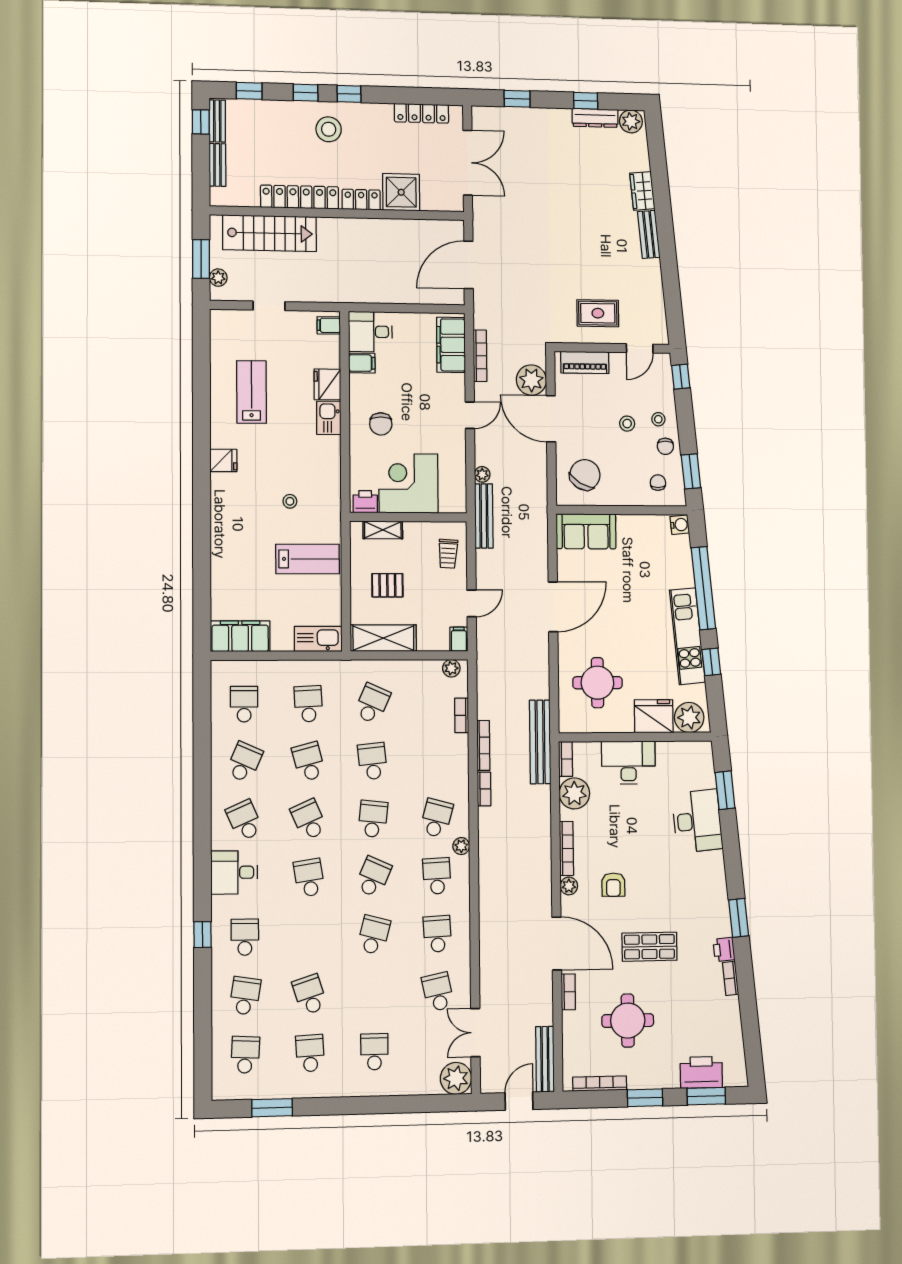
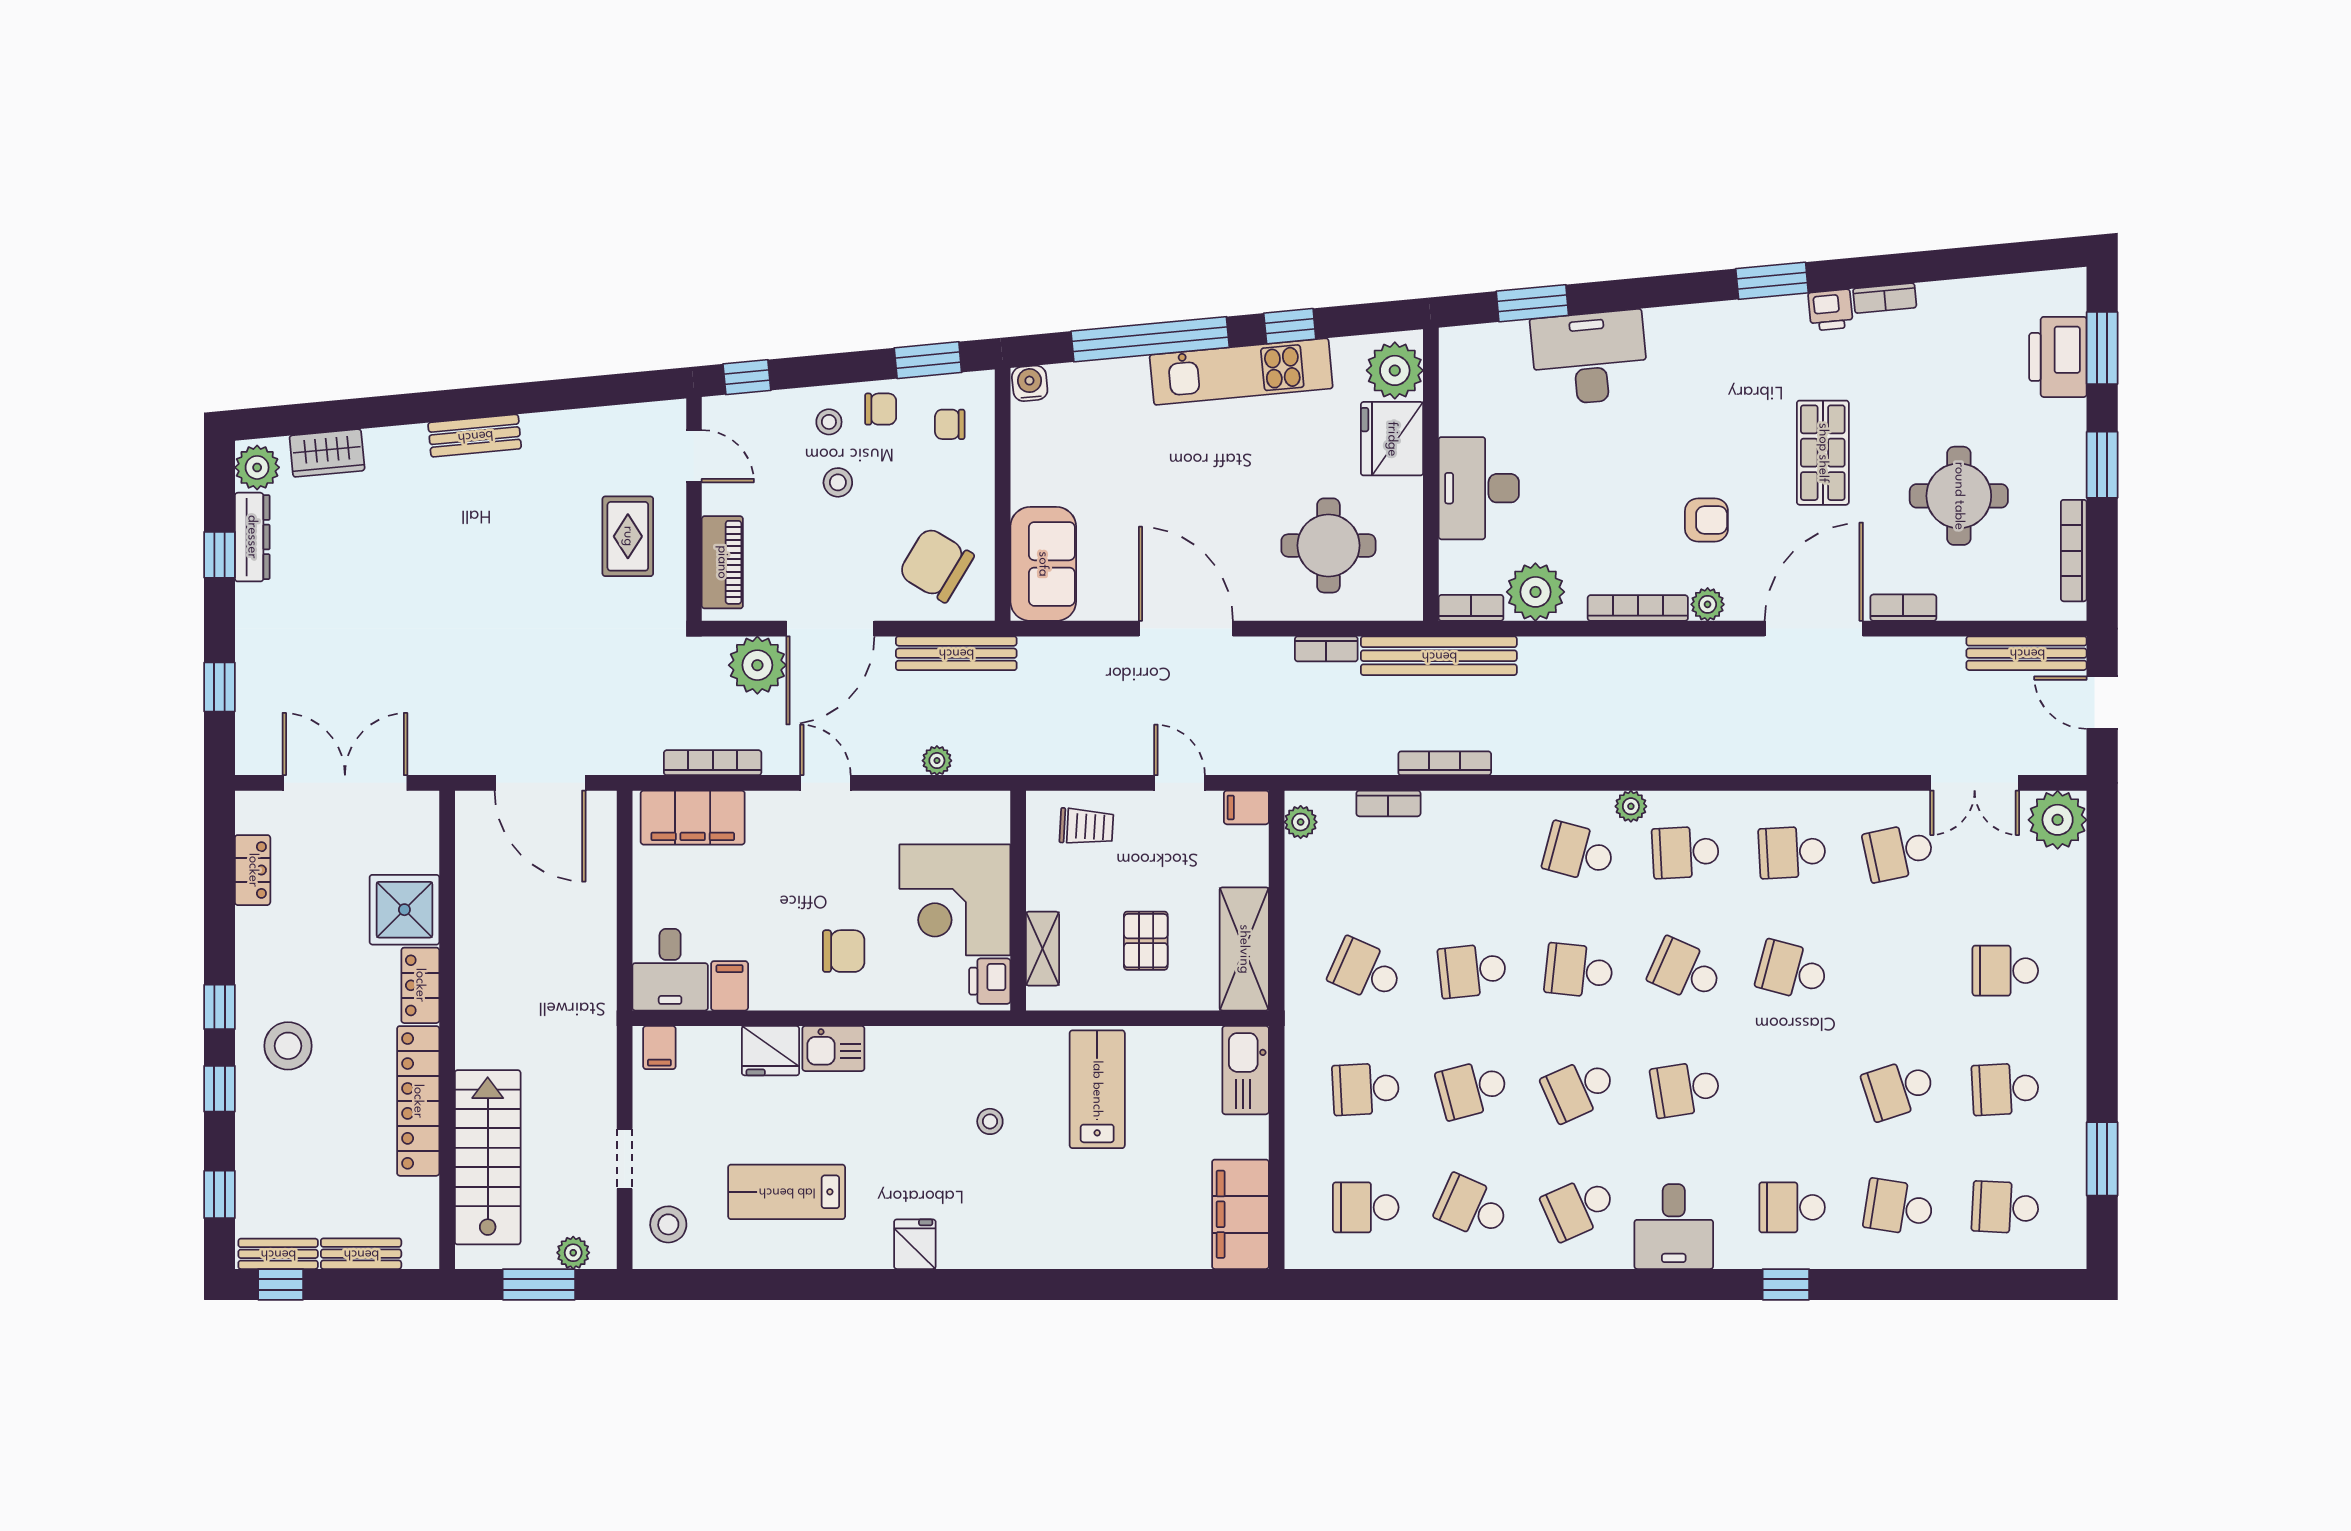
locker: (421, 113) -> (253, 870), width x0.66
wardrobe: (642, 191) -> (327, 453), moved
stool: (234, 329) -> (668, 1224), added
bench: (484, 516) -> (956, 653), moved
bookcase: (484, 789) -> (1326, 649), moved, turned 180

